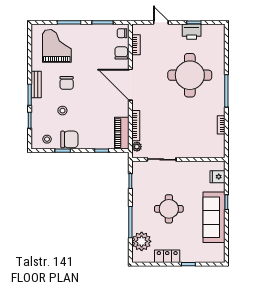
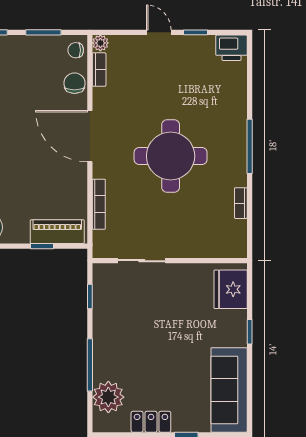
door: (161, 22) -> (159, 32), moved
printer: (192, 32) -> (231, 48), moved
round table: (190, 75) -> (171, 156), moved
piano: (122, 133) -> (57, 232), moved, turned 90
plant: (137, 147) -> (100, 43), moved
fridge: (217, 177) -> (231, 289), width x1.88, depth x1.34
round table: (169, 209) -> (154, 343), removed
sofa: (214, 217) -> (229, 390), moved

